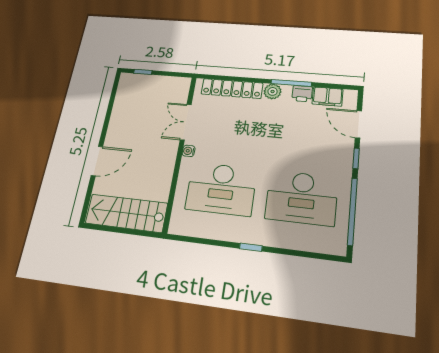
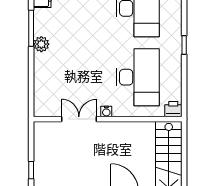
locker: (232, 89) -> (42, 82), removed
printer: (302, 94) -> (173, 109), moved, turned -90
double door: (186, 122) -> (79, 119), swing flipped

